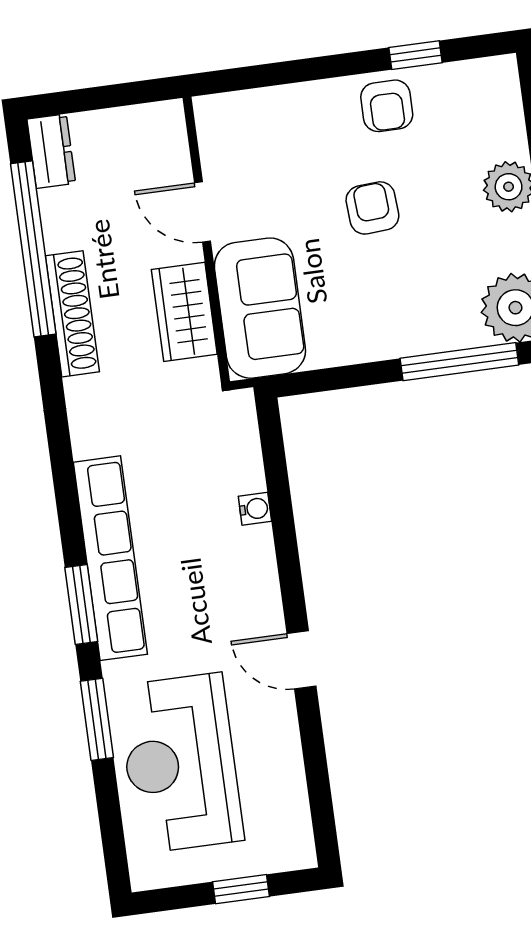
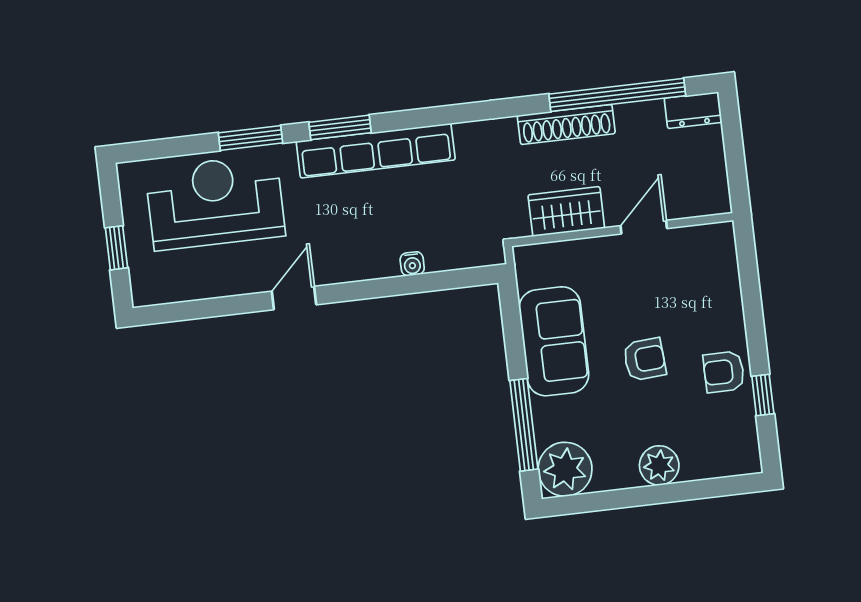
sofa: (260, 308) -> (554, 341), moved, turned -90

